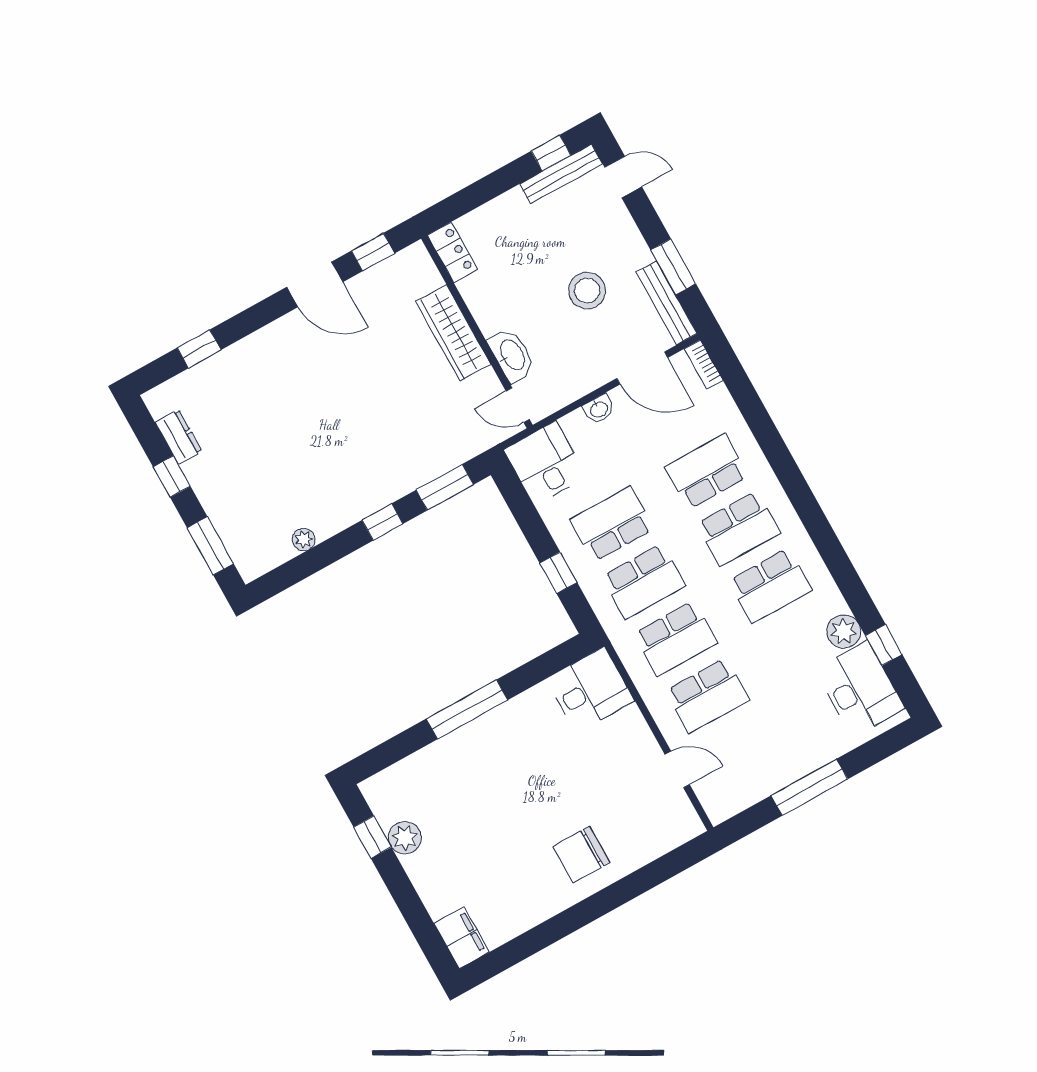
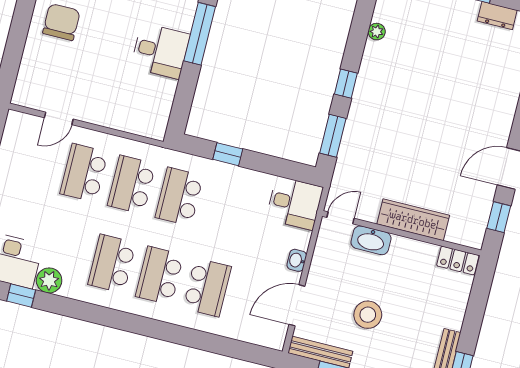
bookcase: (704, 365) -> (267, 341), removed
school desk: (612, 524) -> (227, 208), removed
desk: (590, 690) -> (160, 51), moved, turned -90

